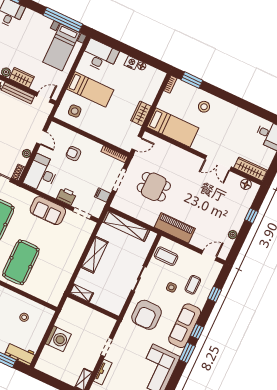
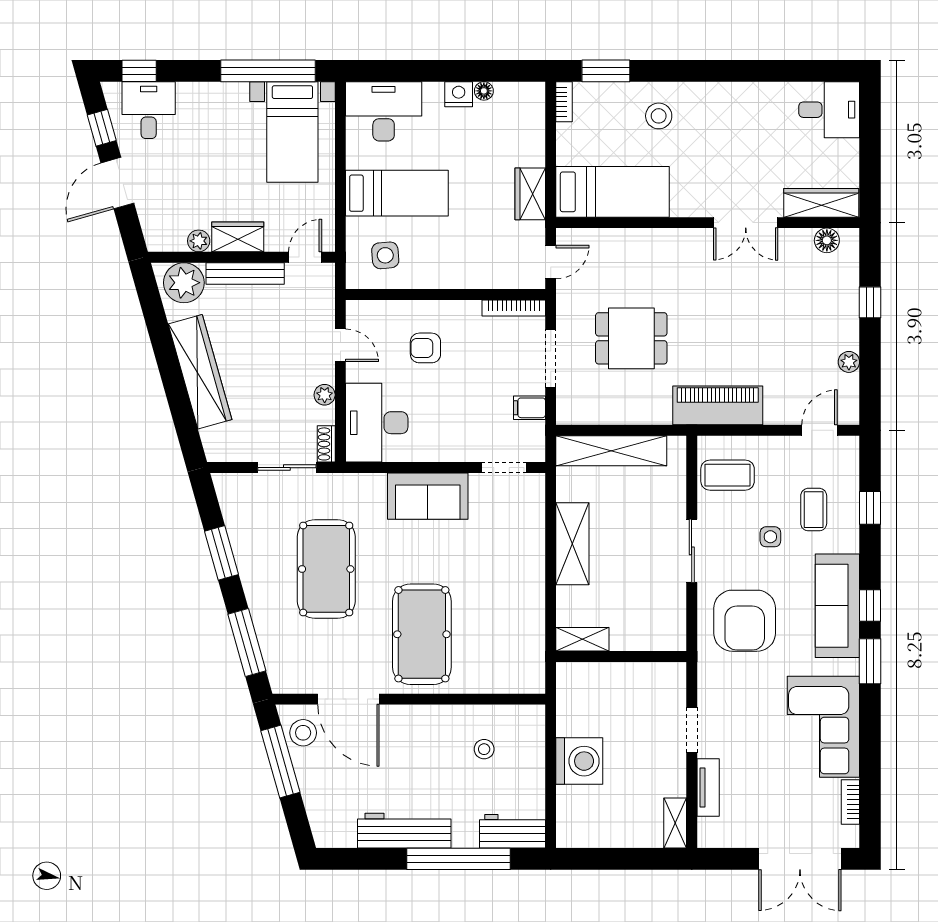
printer: (66, 196) -> (453, 446), removed

